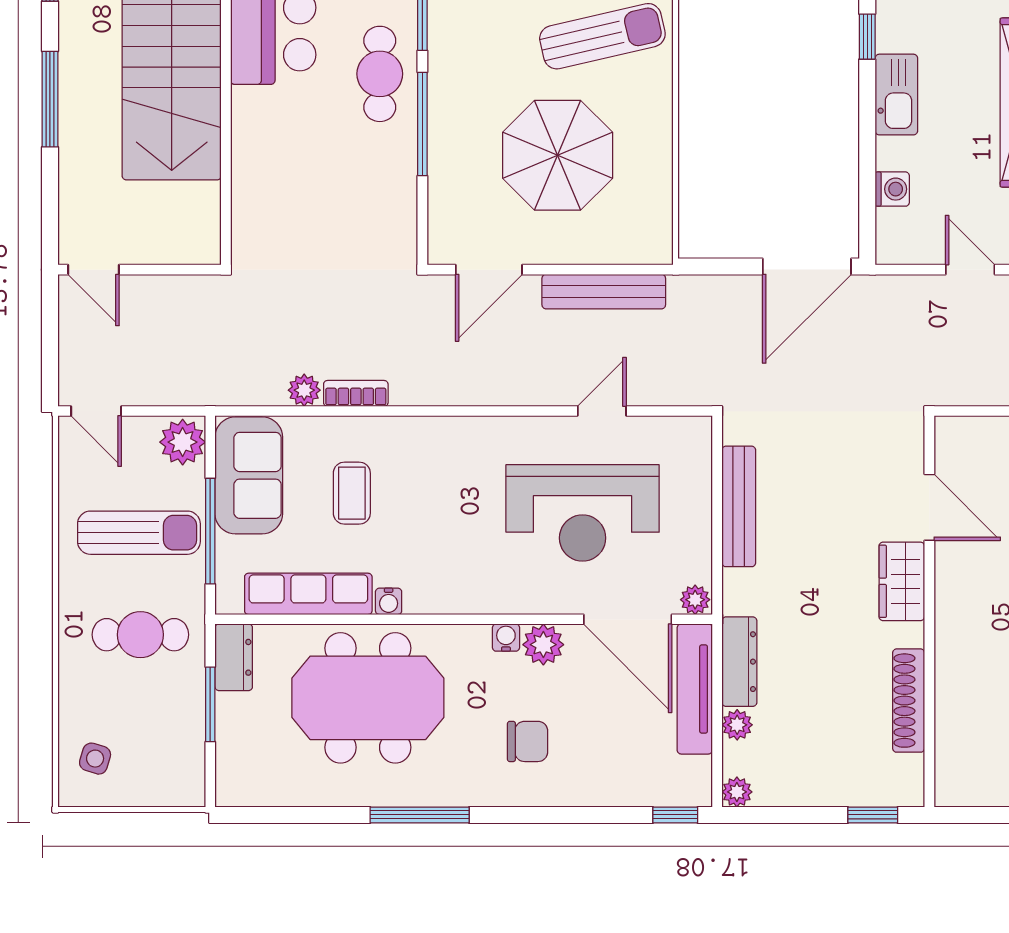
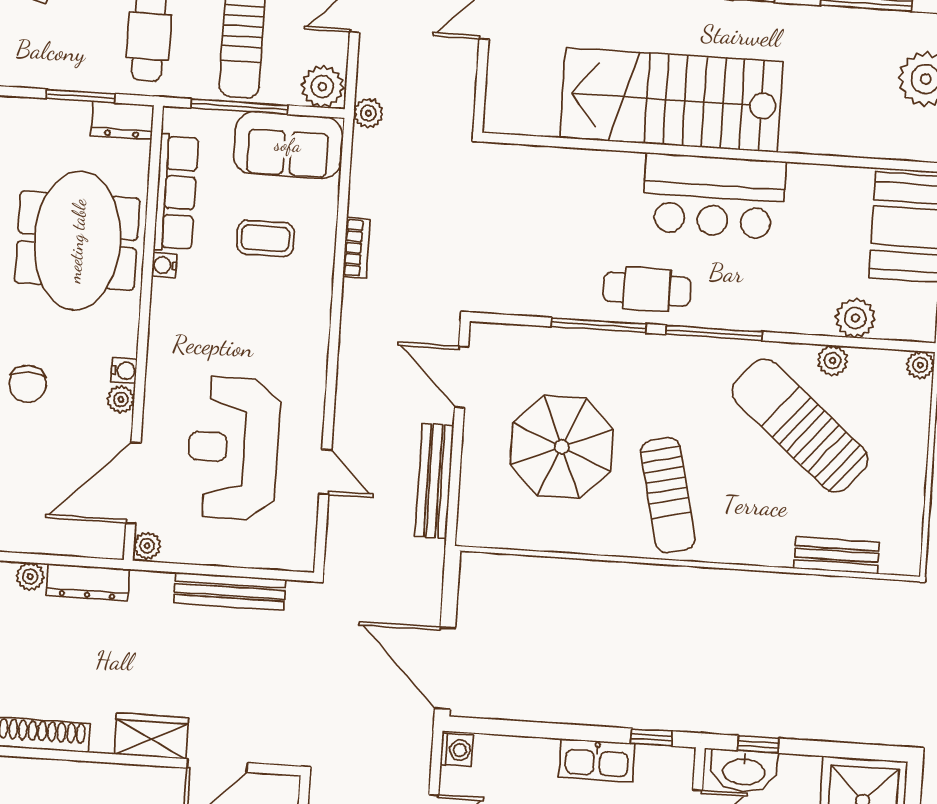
washing machine: (892, 189) -> (457, 750), moved, turned -90
plant: (304, 390) -> (368, 113), moved
plant: (543, 645) -> (121, 399), width x0.73, depth x0.73
tv unit: (695, 689) -> (65, 540), removed

